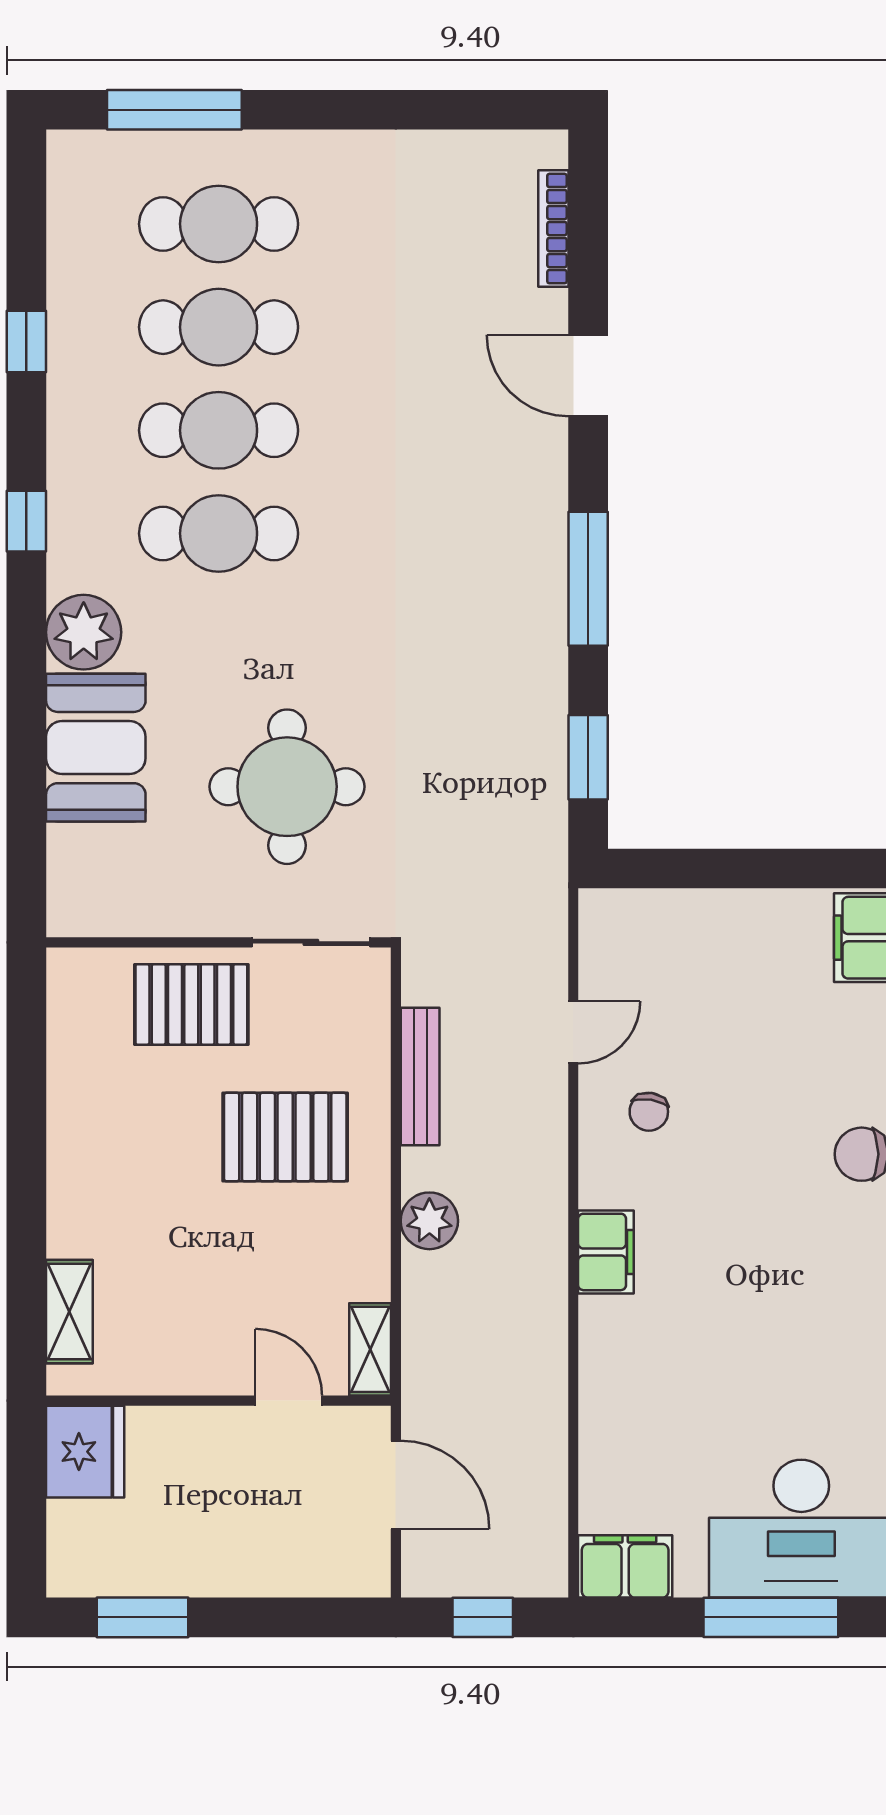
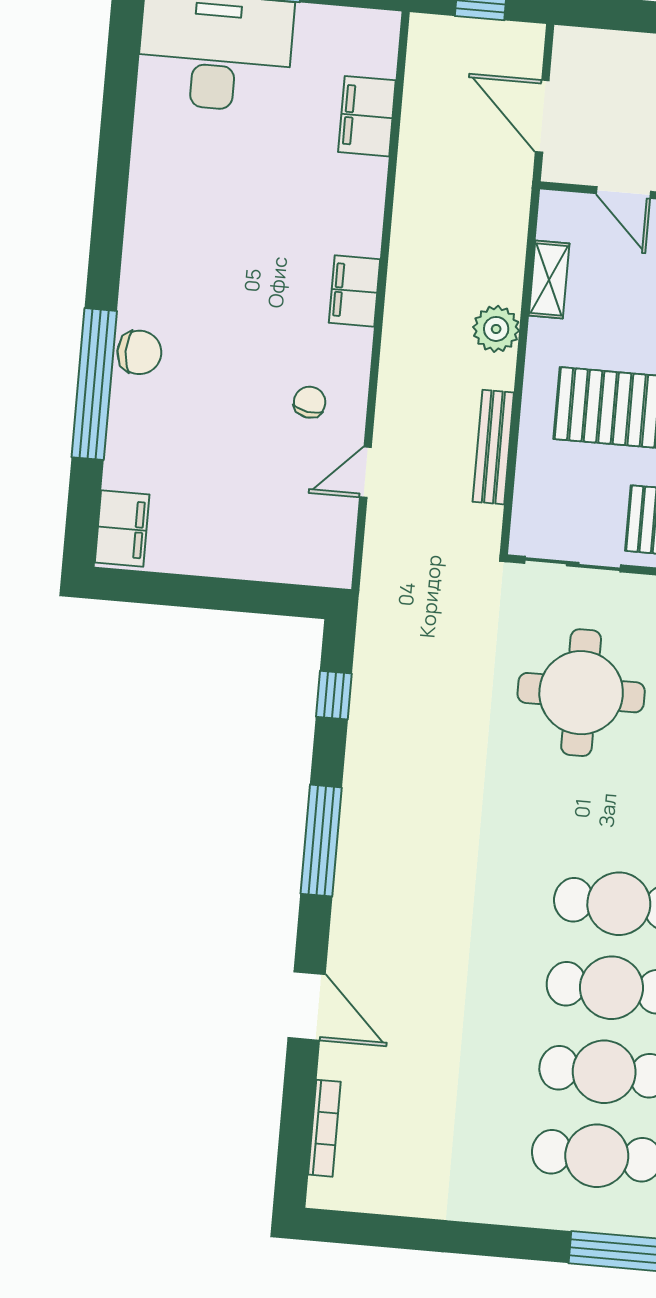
window: (588, 757) -> (334, 695), width x0.67
shelving: (370, 1349) -> (549, 279), moved
filing cabinet: (625, 1566) -> (367, 116), moved, turned 90

